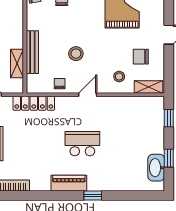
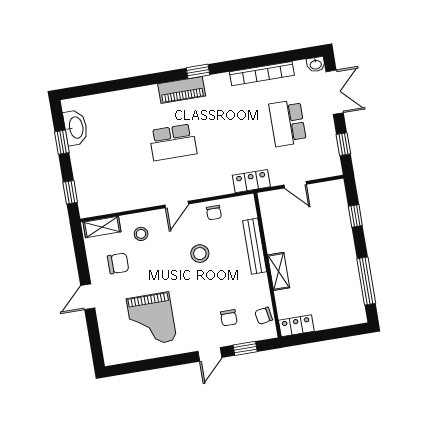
shelving: (17, 64) -> (279, 271), moved
locker: (34, 103) -> (251, 181), width x0.66
window: (93, 195) -> (198, 71), moved

